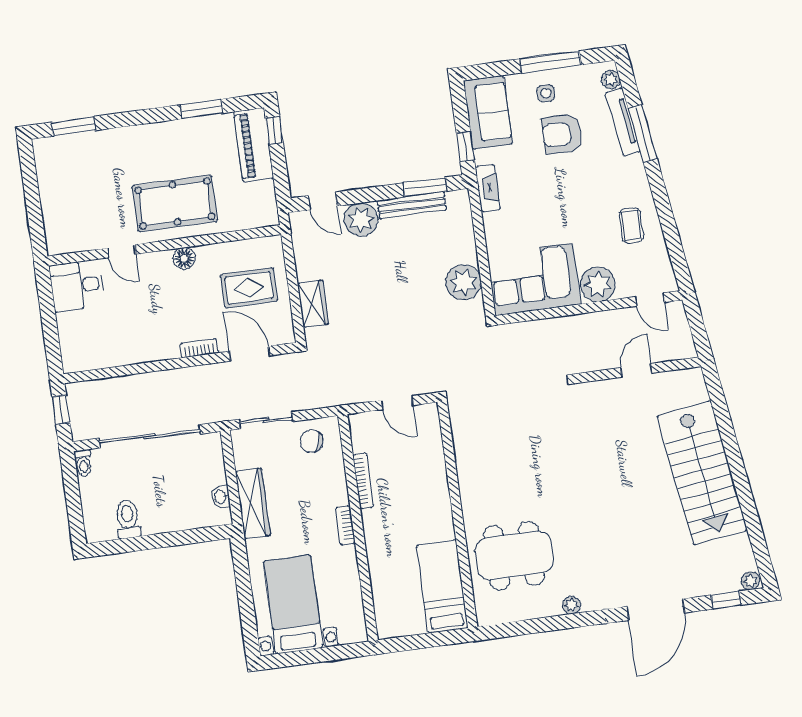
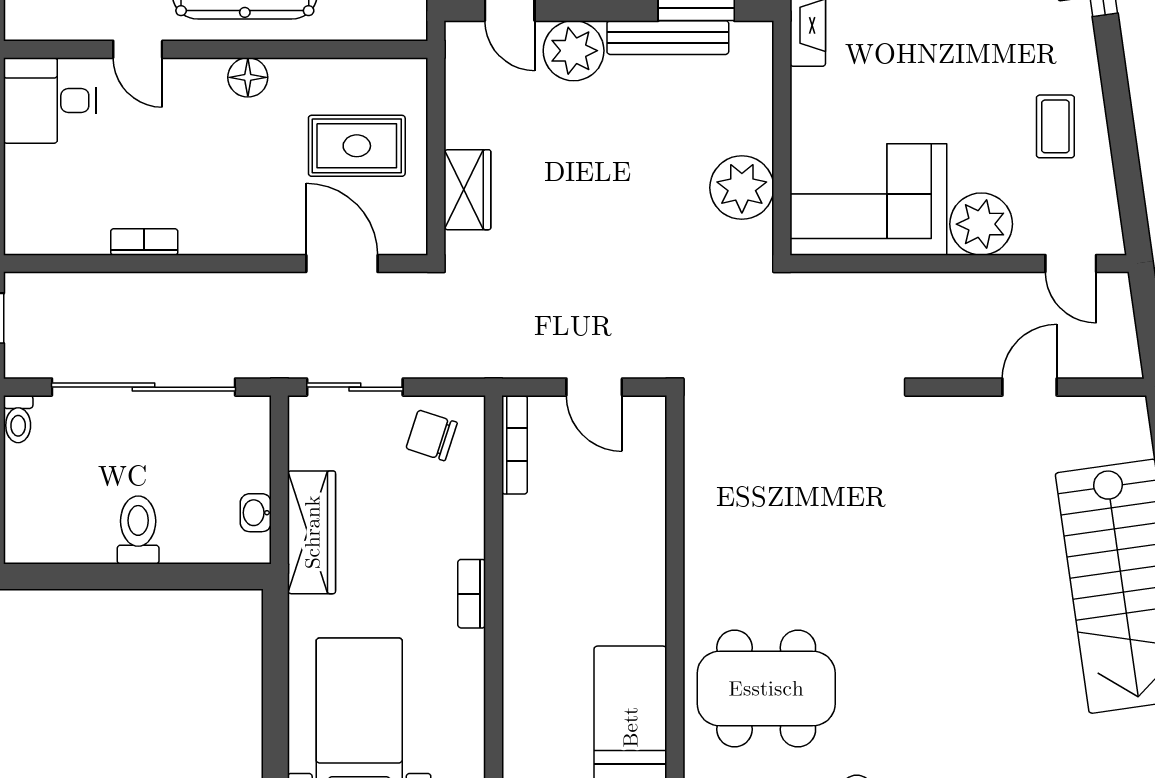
bookcase: (199, 348) -> (144, 242), moved
bookcase: (363, 481) -> (515, 445), moved
toilet: (128, 519) -> (138, 530), moved

